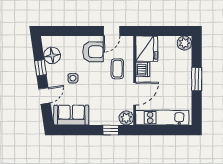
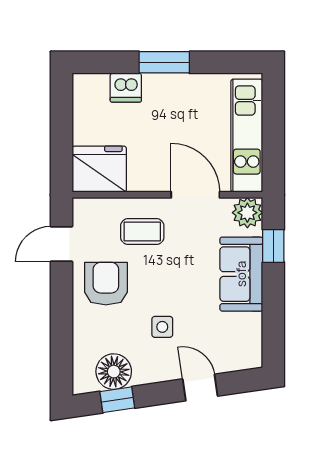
door: (112, 31) -> (61, 244), swing flipped
plant: (184, 43) -> (87, 88), removed
window: (40, 68) -> (117, 400), moved
dishwasher: (143, 70) -> (126, 87), moved, turned 180
sofa: (71, 115) -> (241, 274), moved

